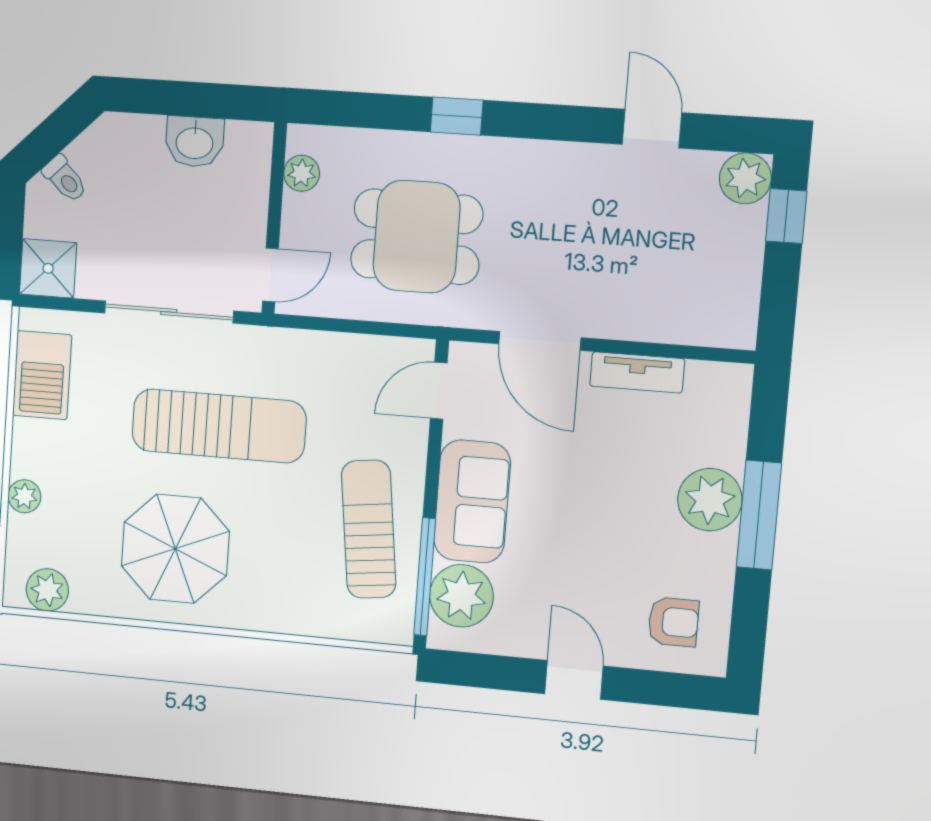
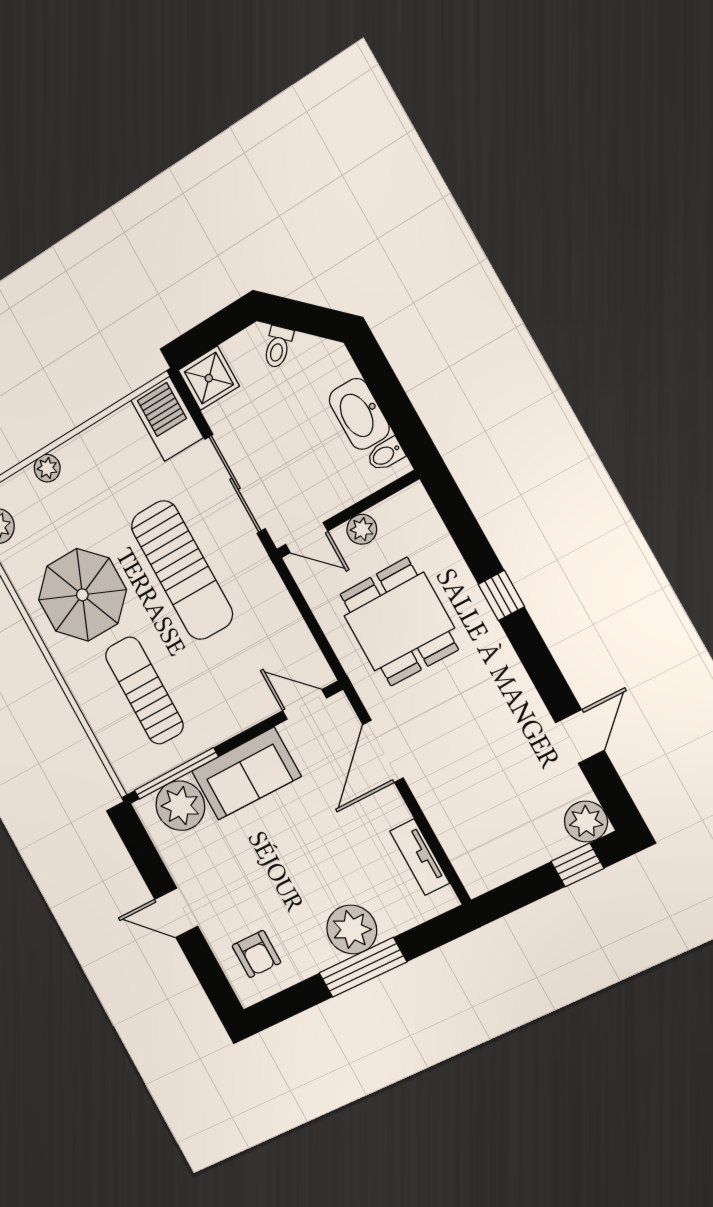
bidet: (241, 141) -> (386, 454), added
washbasin: (195, 142) -> (359, 414), width x1.38
plant: (302, 173) -> (362, 529), moved
tv unit: (637, 372) -> (420, 857), moved
barbecue: (42, 375) -> (167, 419), moved, turned 90
sun lounger: (369, 529) -> (144, 691), moved, turned -83
door: (574, 680) -> (176, 913), swing flipped

